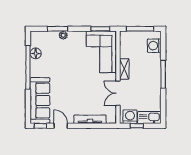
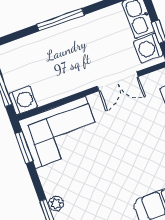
washing machine: (154, 46) -> (23, 100), moved, turned -90
shelving: (124, 69) -> (75, 85), removed

